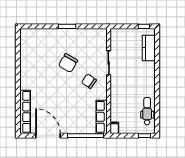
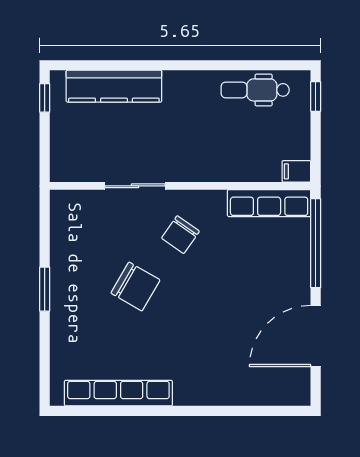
kitchen counter: (149, 48) -> (114, 86), width x1.50
row of seats: (25, 112) -> (118, 393), moved

